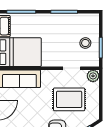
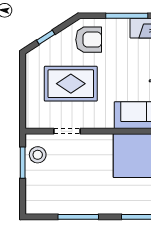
stool: (85, 43) -> (38, 155), moved
plant: (93, 76) -> (34, 119), removed

